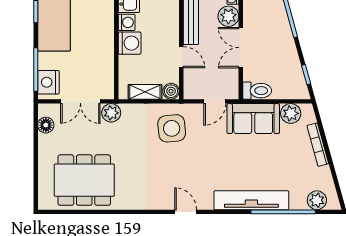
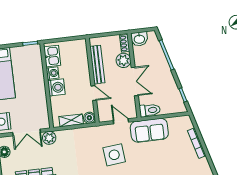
double door: (241, 48) -> (135, 81), swing flipped
door: (215, 101) -> (121, 121), swing flipped
plant: (291, 113) -> (175, 124), removed
side table: (172, 128) -> (114, 155), moved

